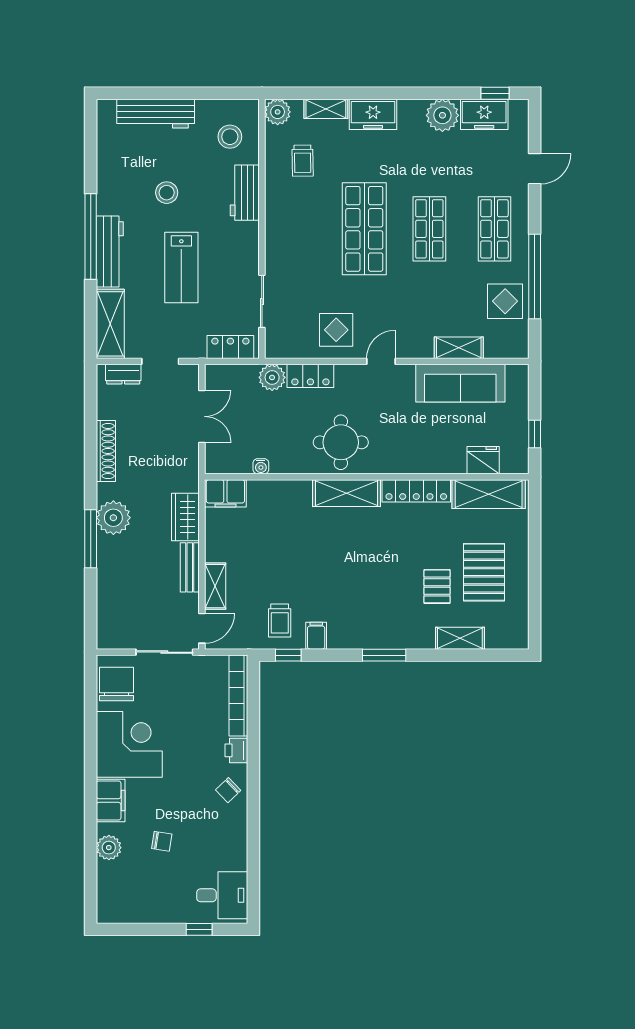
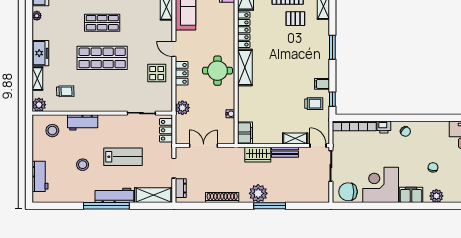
workbench: (156, 114) -> (40, 176), width x0.73
plant: (442, 115) -> (37, 16), width x0.53, depth x0.53
locker: (310, 376) -> (182, 73), moved

